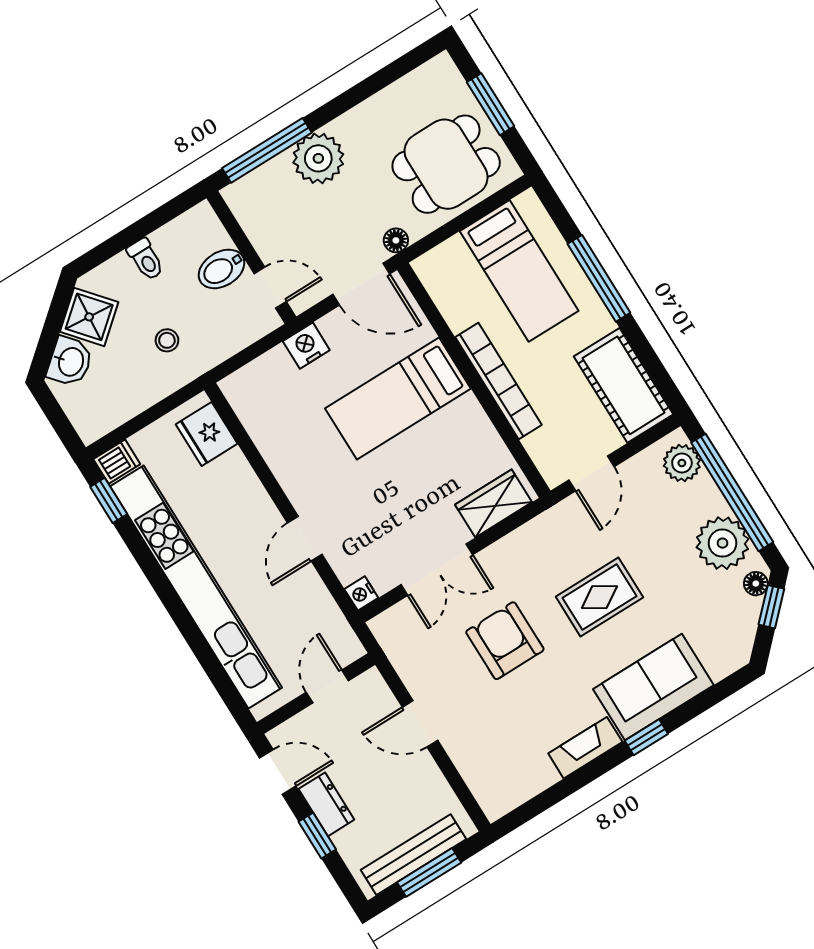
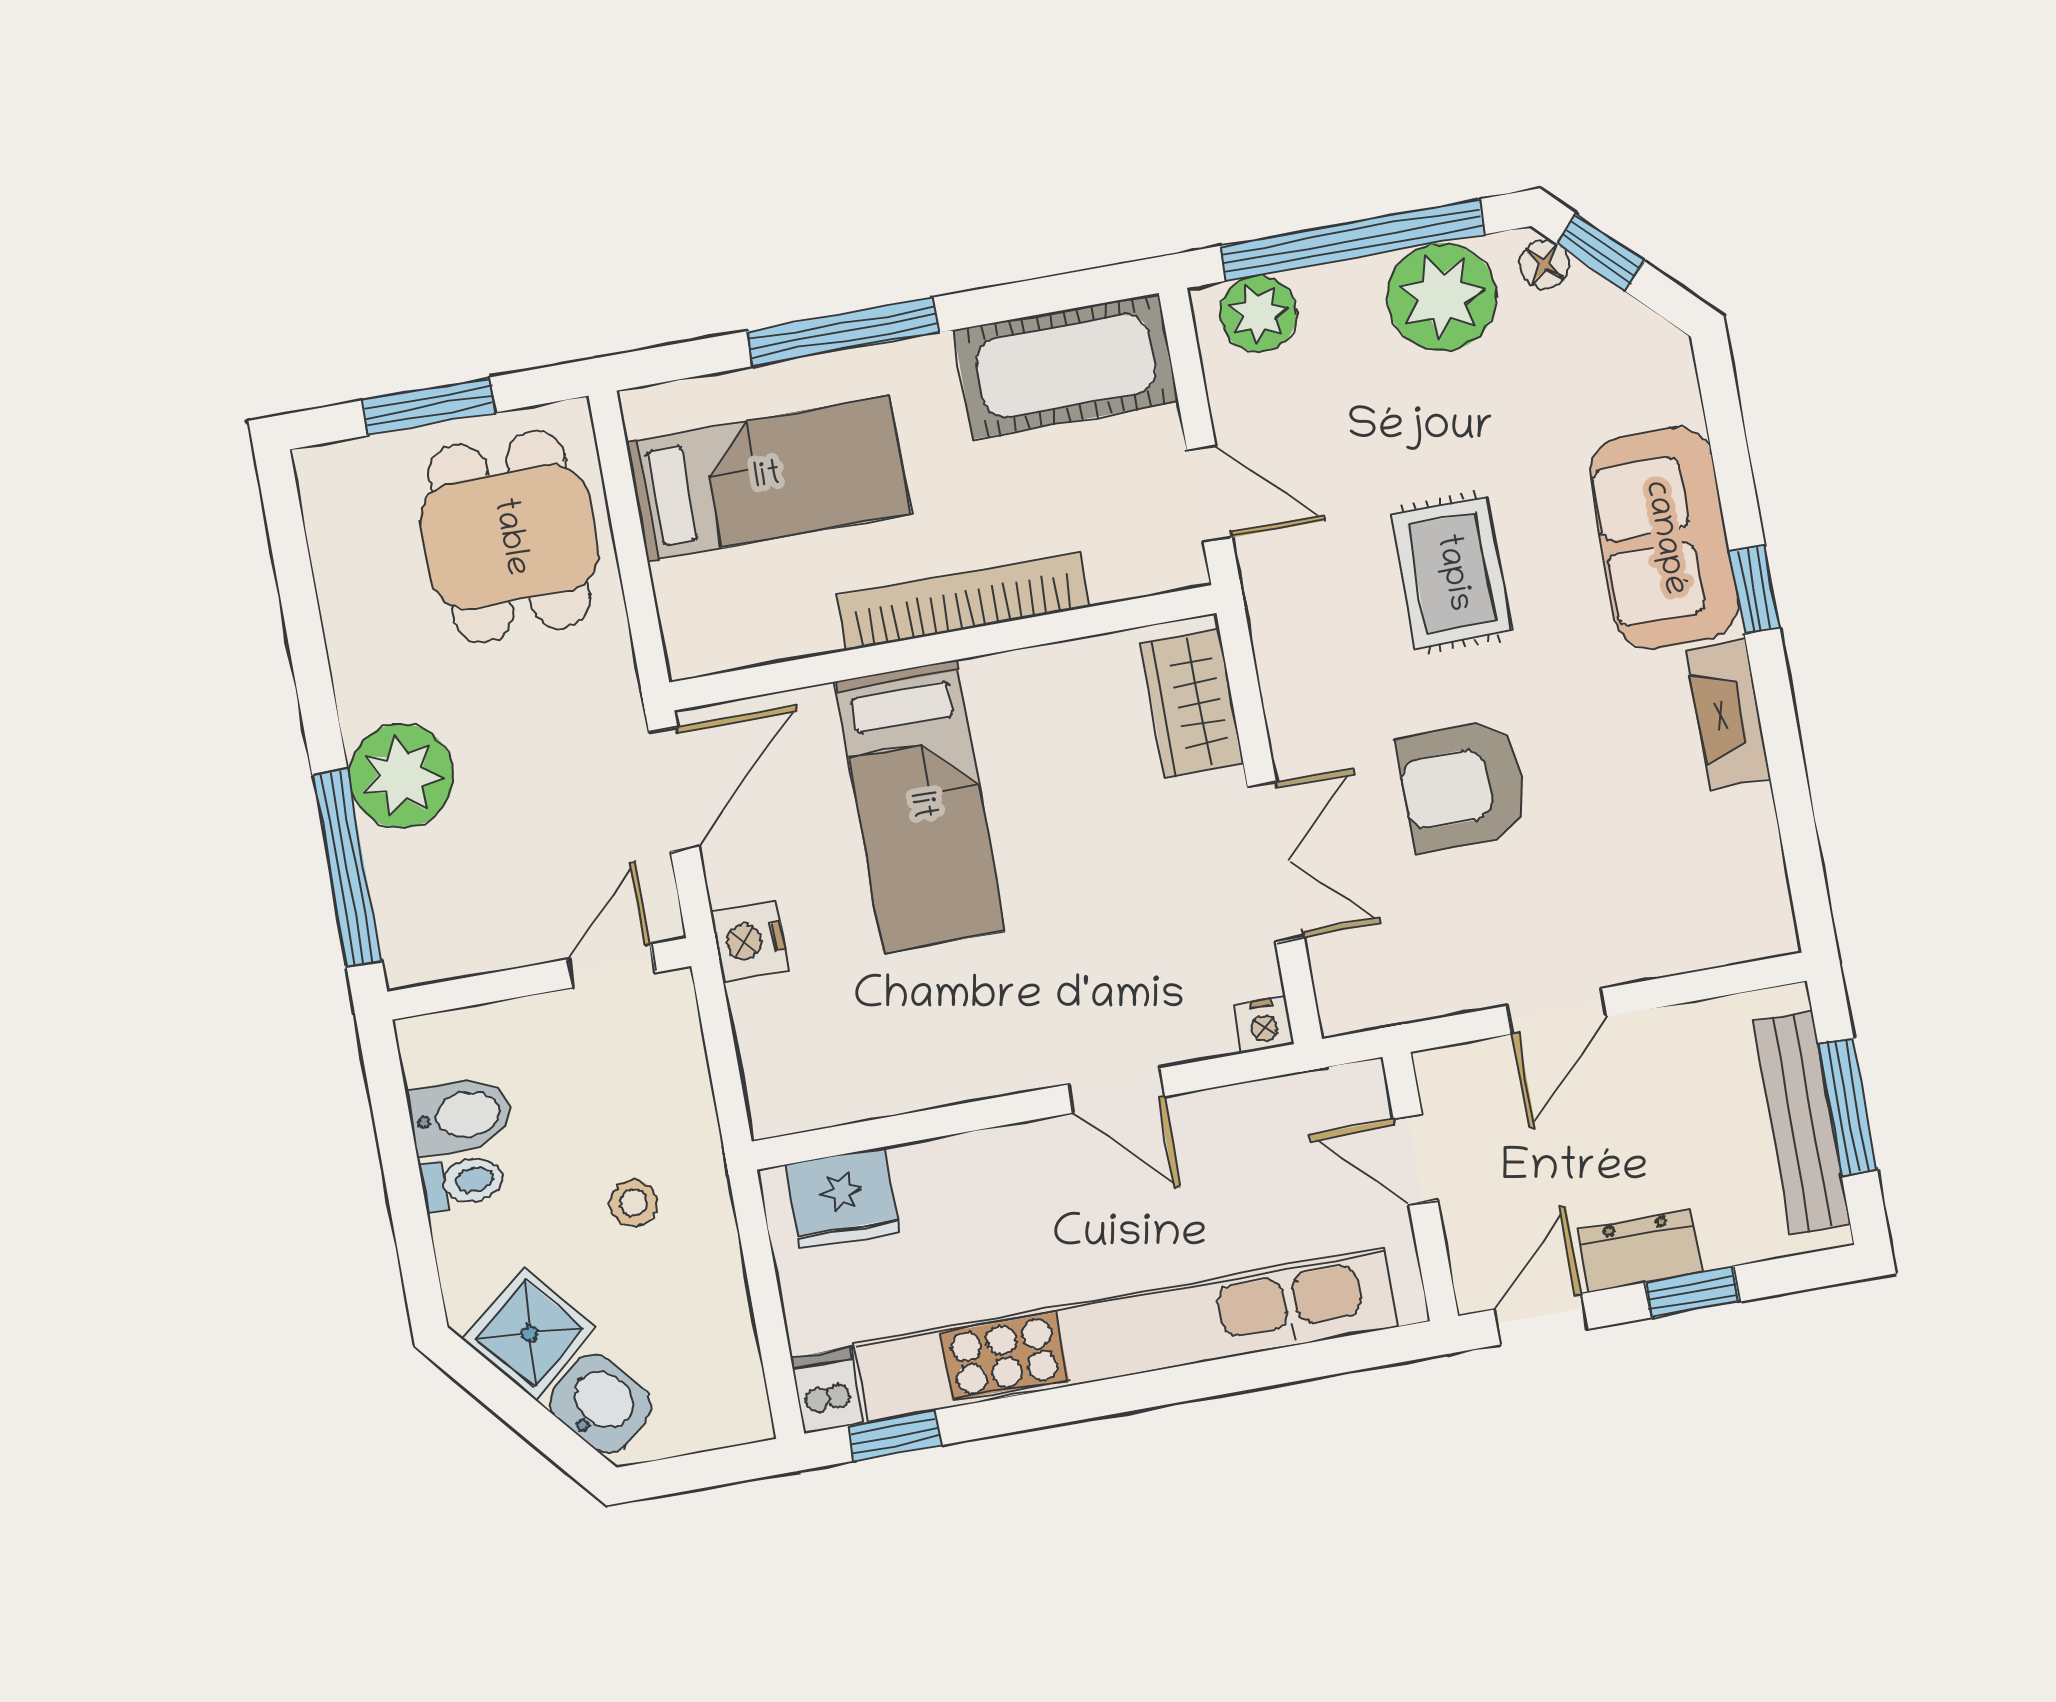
floor lamp: (396, 240) -> (617, 690), removed
bidet: (222, 269) -> (461, 1116), moved, turned -90

